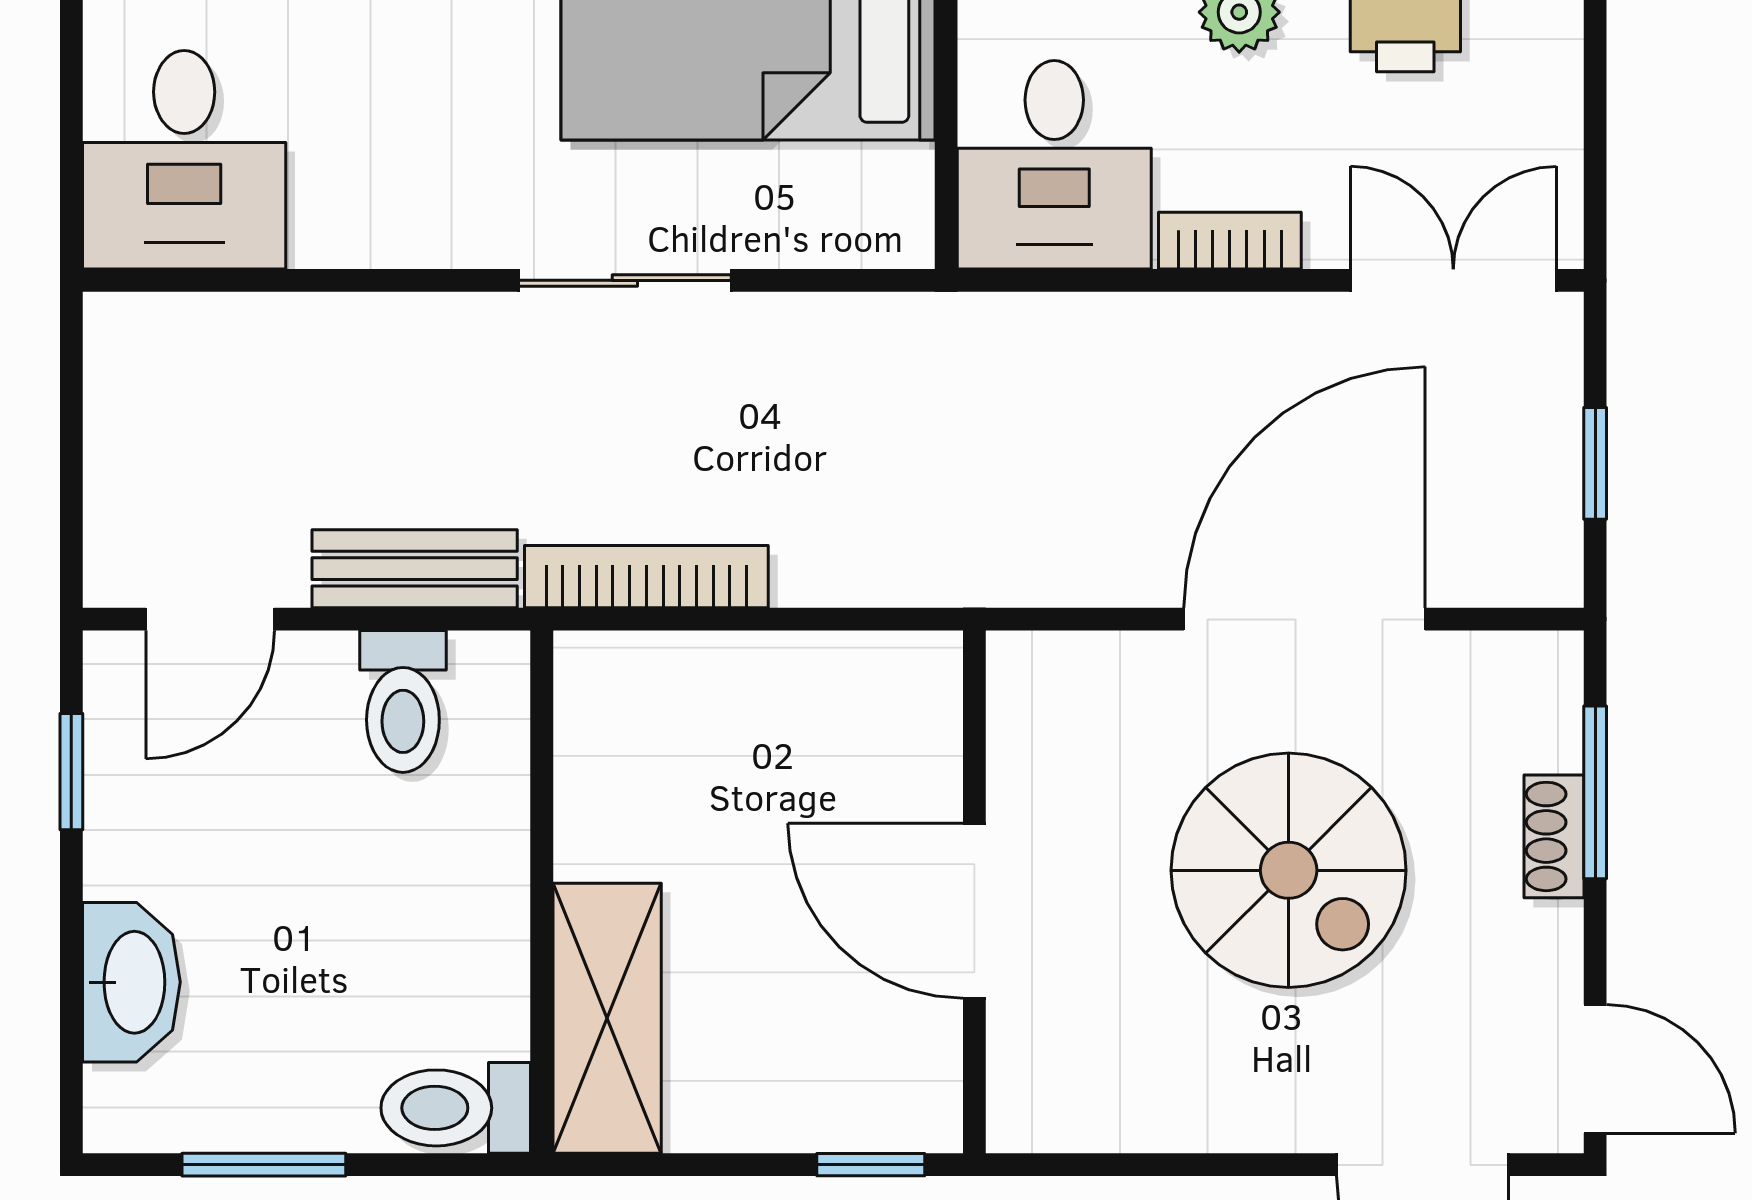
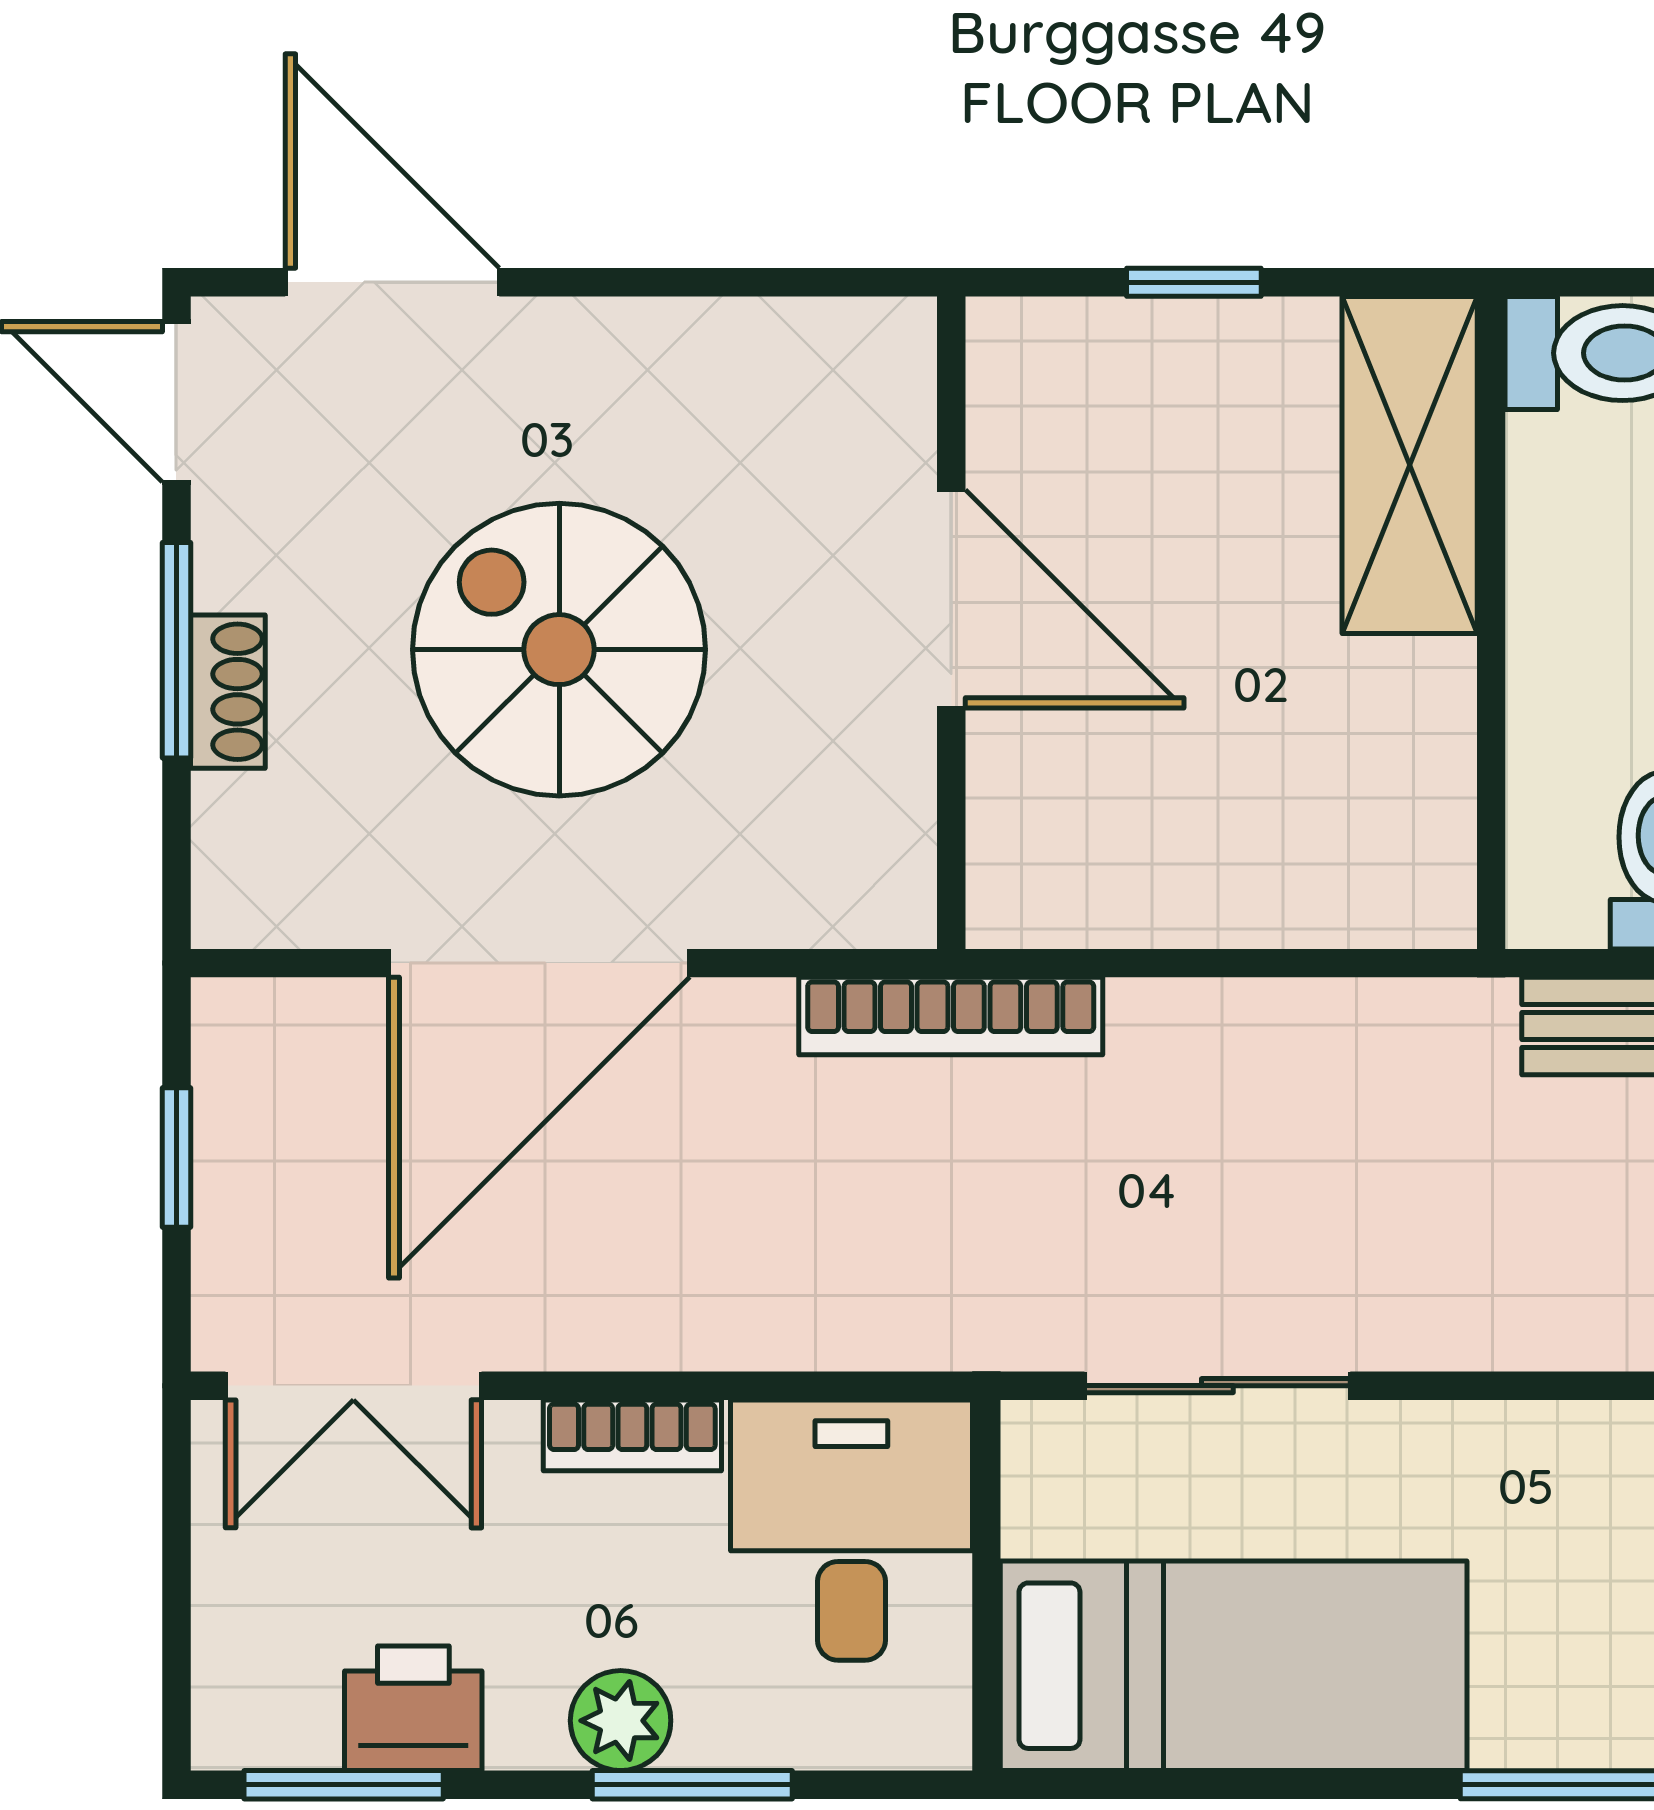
sliding door: (625, 280) -> (1217, 1386), moved
bookcase: (646, 577) -> (951, 1016), moved
window: (1595, 792) -> (176, 650), moved
window: (871, 1165) -> (1194, 282), moved

